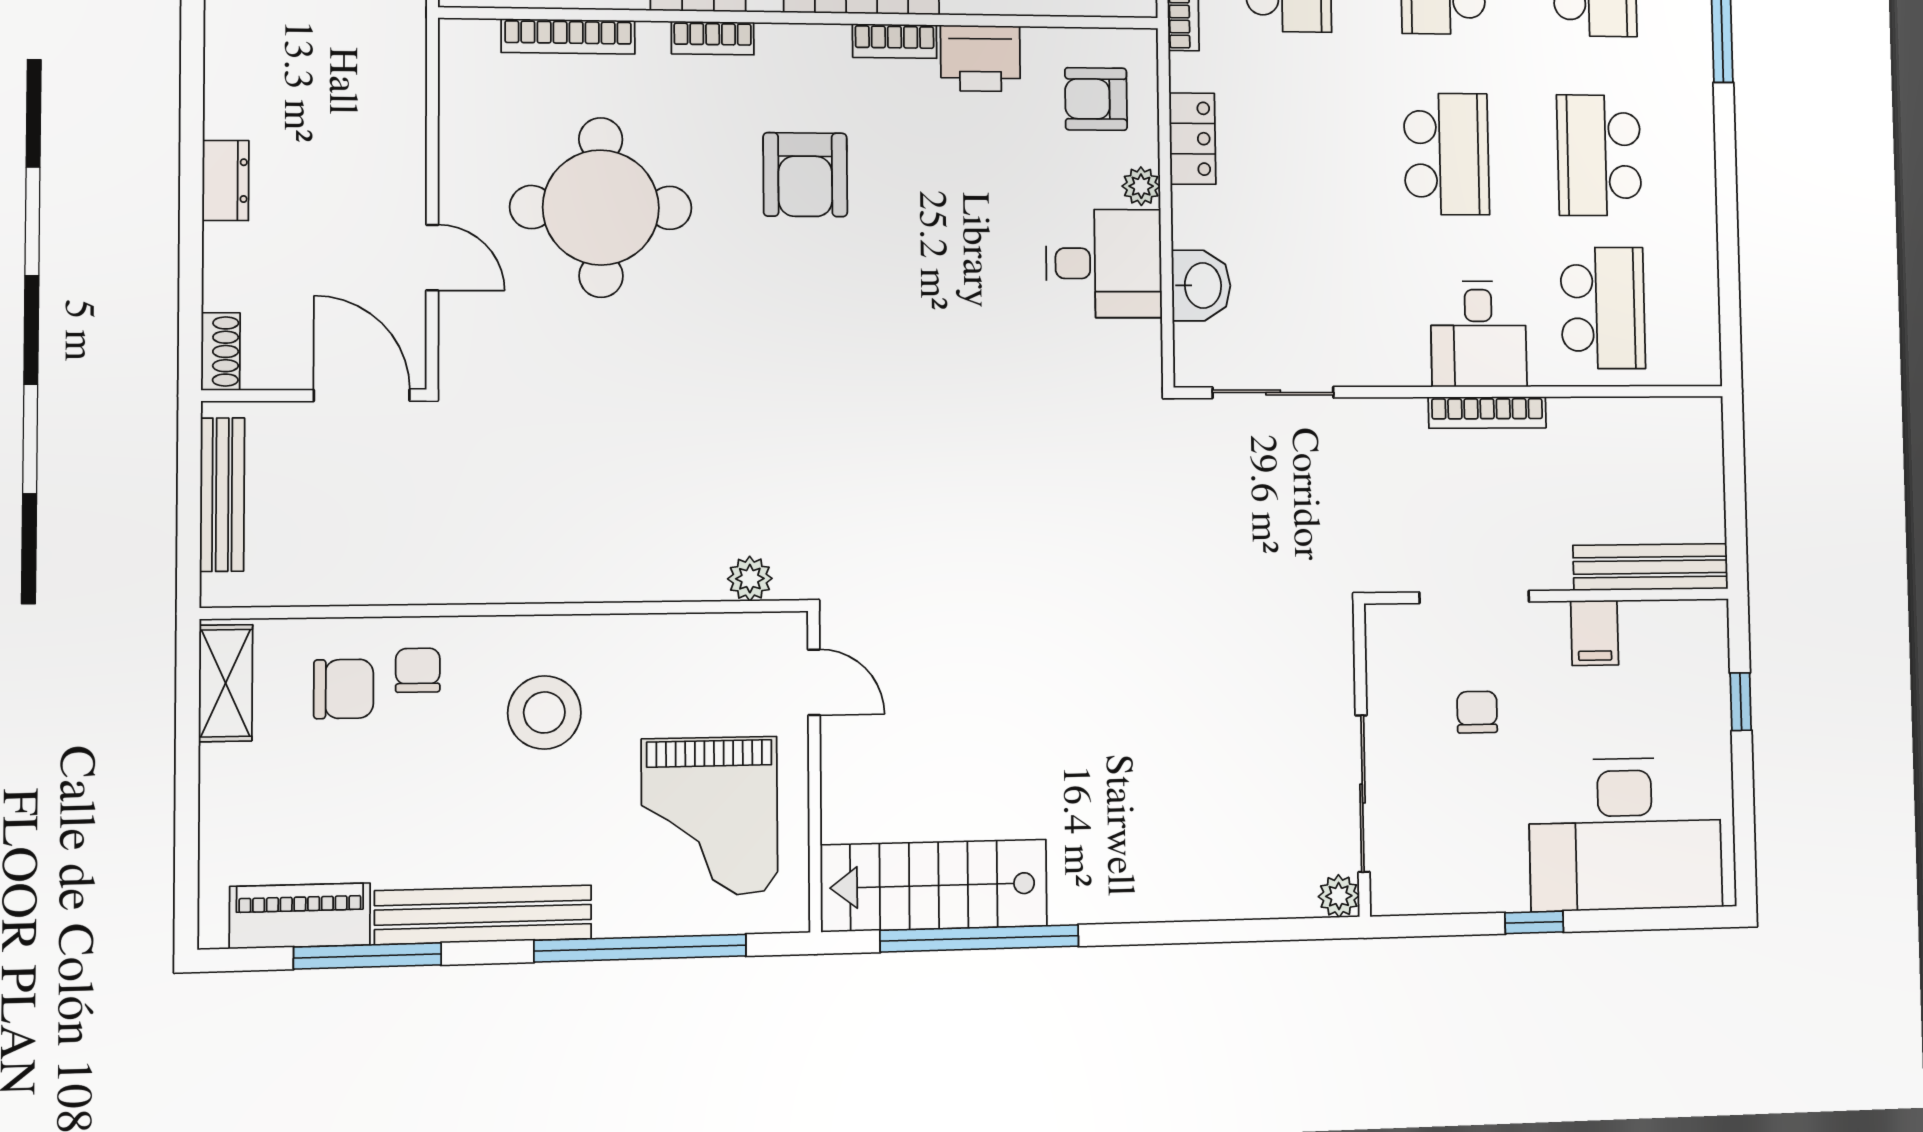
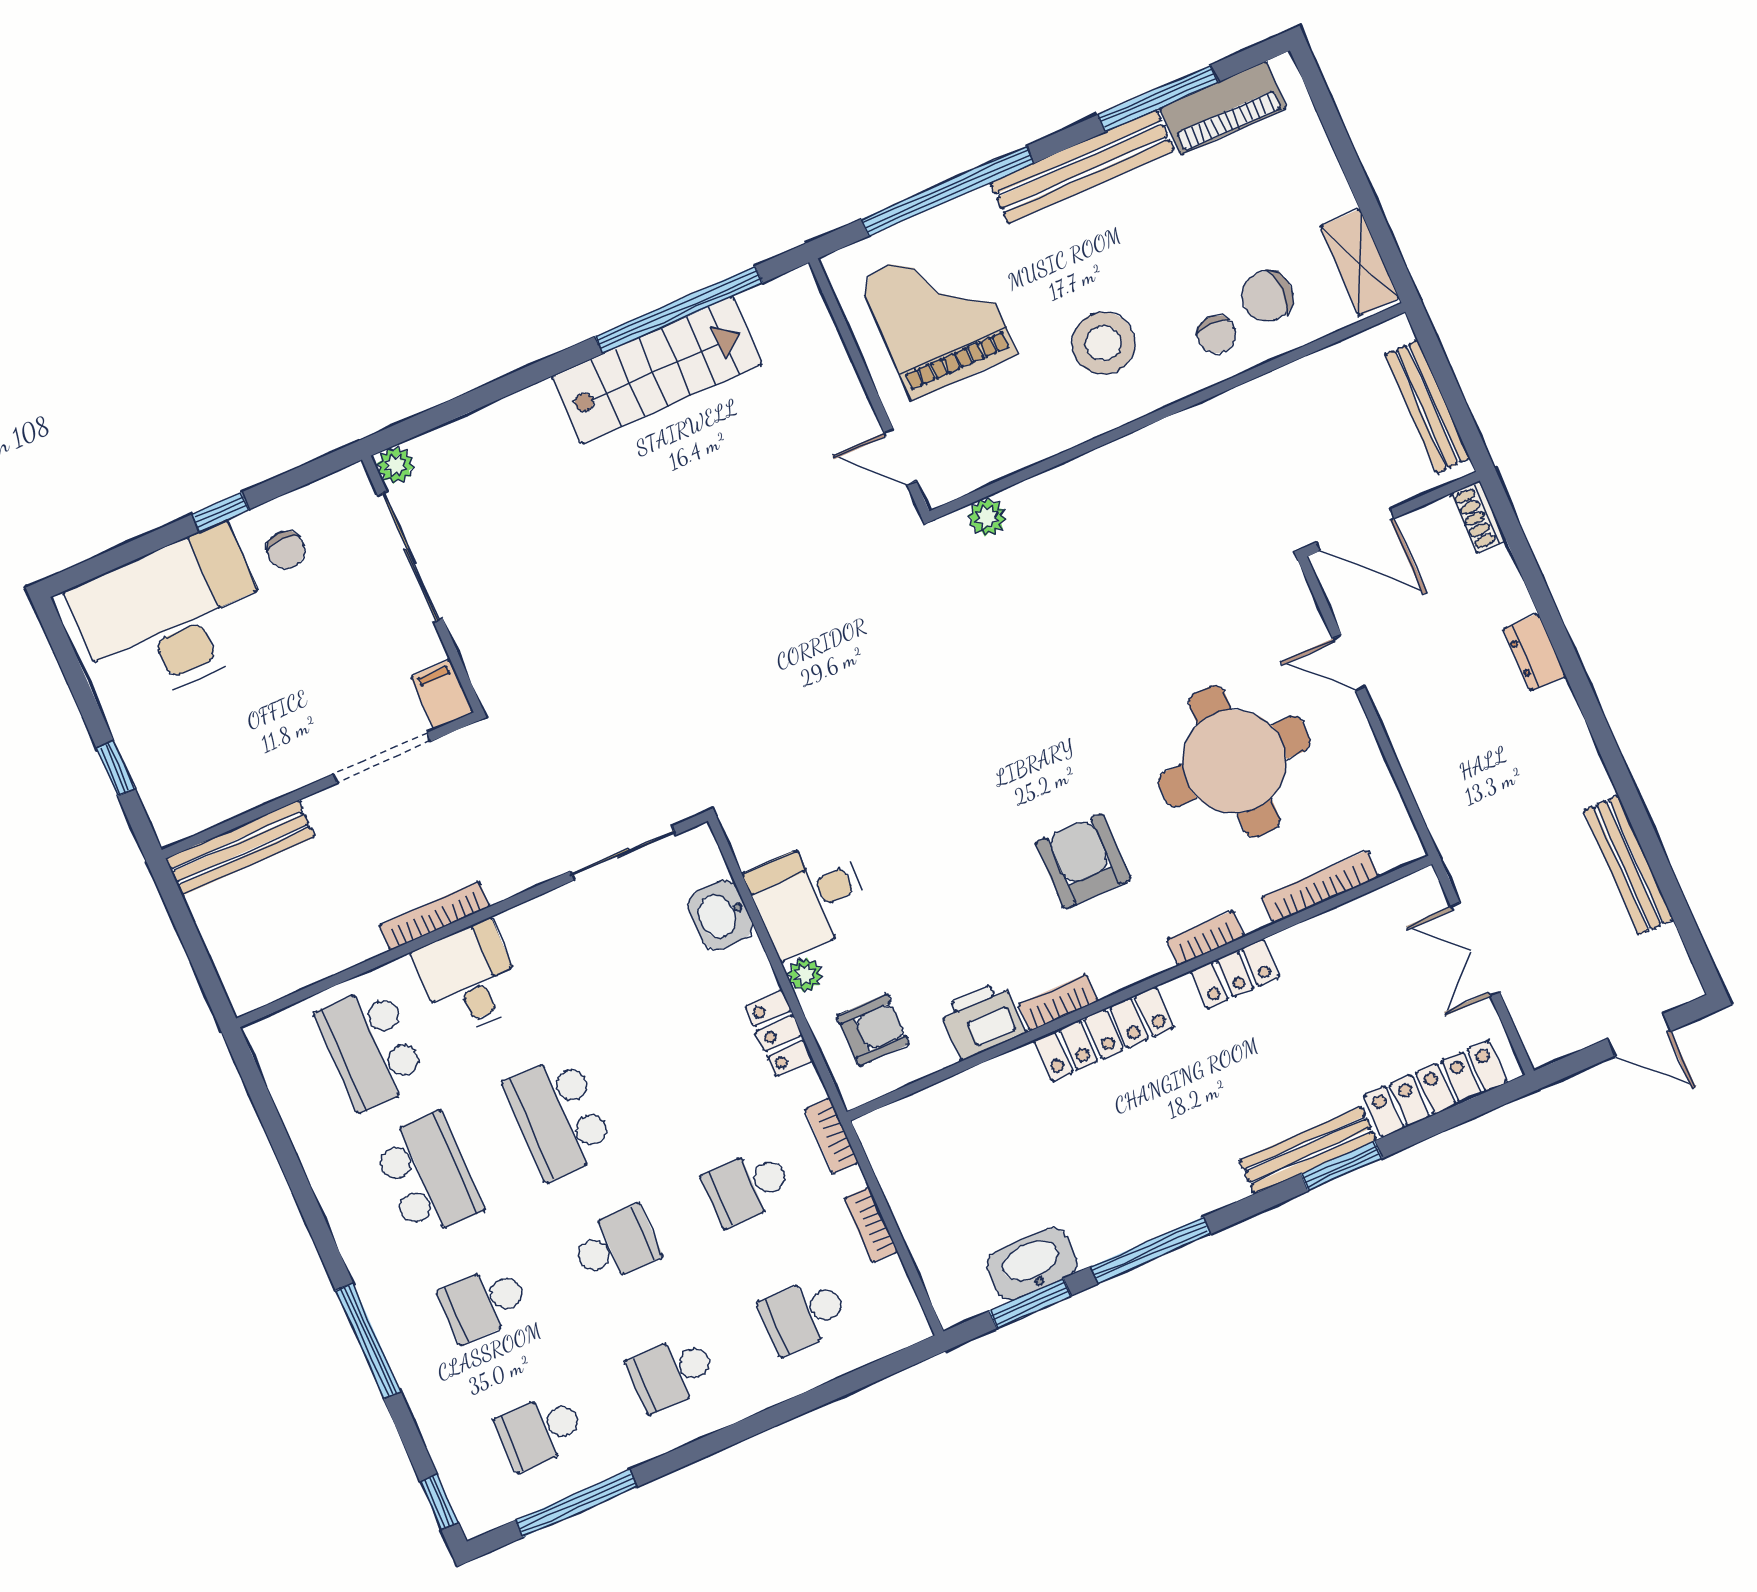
filing cabinet: (1595, 633) -> (442, 695), moved
chair: (1477, 712) -> (286, 550), moved
stairs: (934, 885) -> (657, 370), moved

